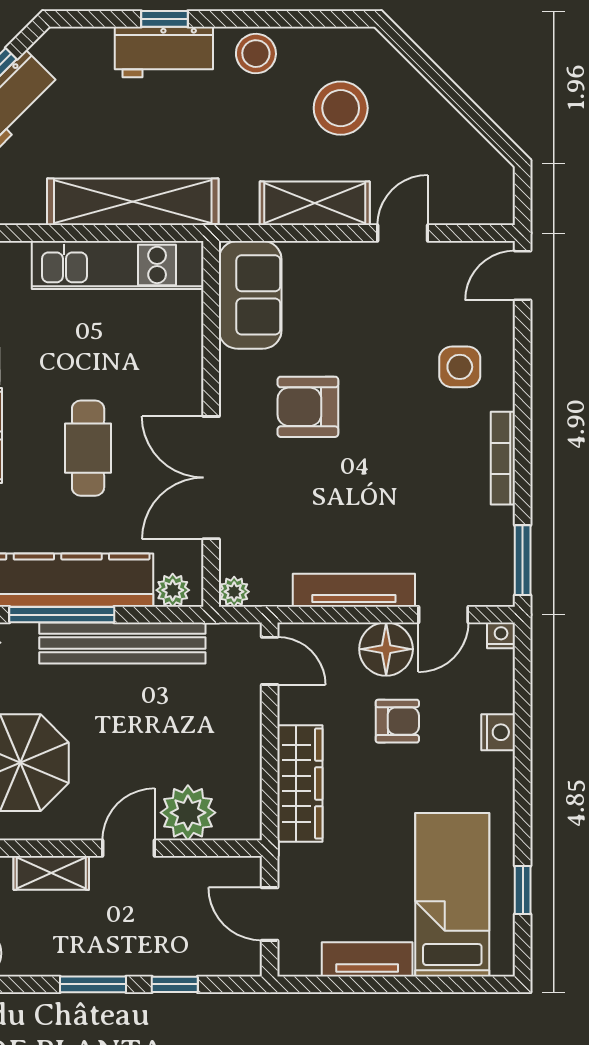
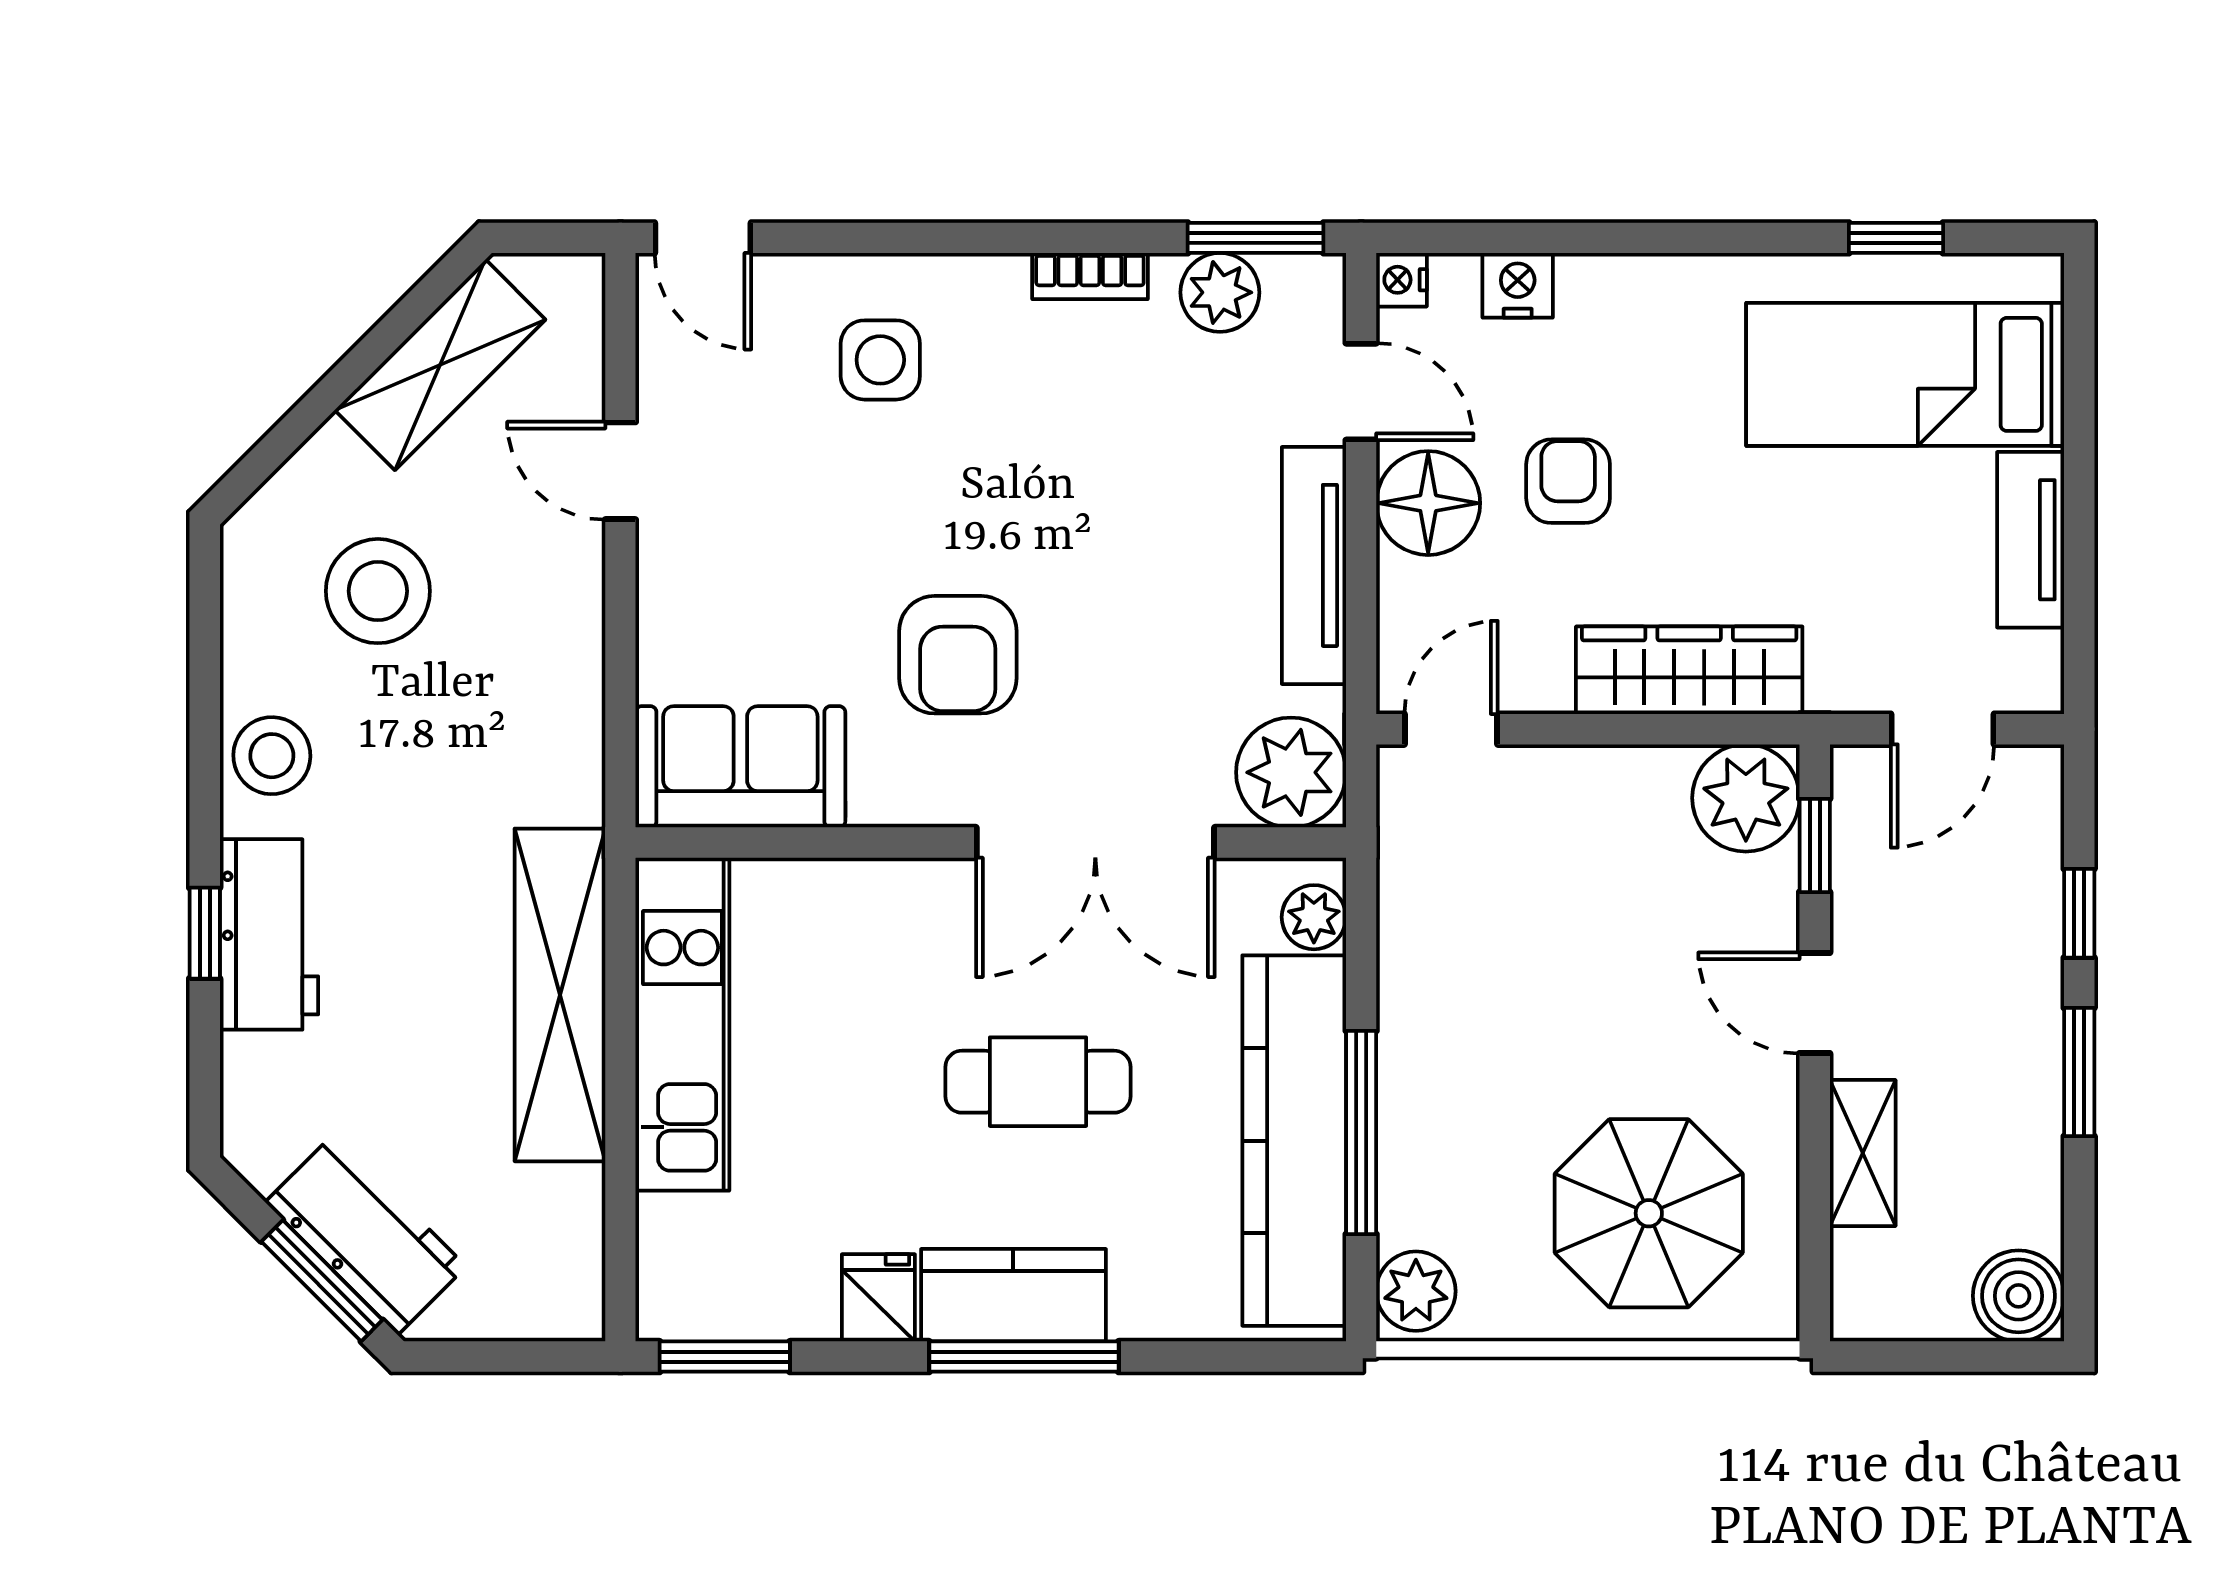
shelving: (315, 203) -> (440, 365), moved, turned 45
bookcase: (503, 458) -> (1090, 276), width x0.64
plant: (495, 542) -> (1220, 292), added
plant: (234, 592) -> (1291, 772), width x1.88, depth x1.88
bench: (122, 643) -> (1416, 1015), removed
nightstand: (498, 732) -> (1518, 285), moved
plant: (188, 813) -> (1746, 798), moved
window: (210, 848) -> (1815, 845), added

